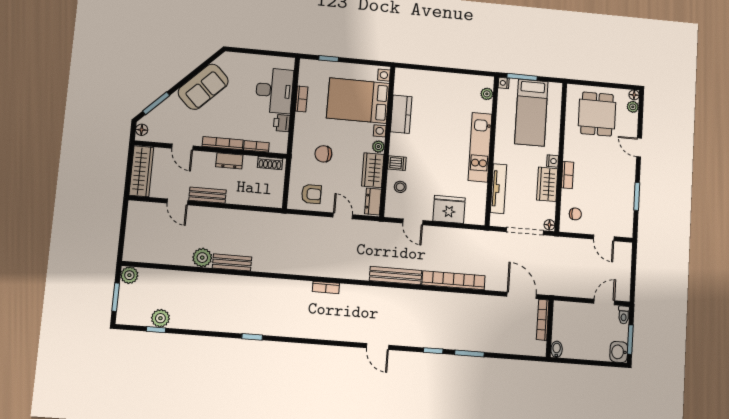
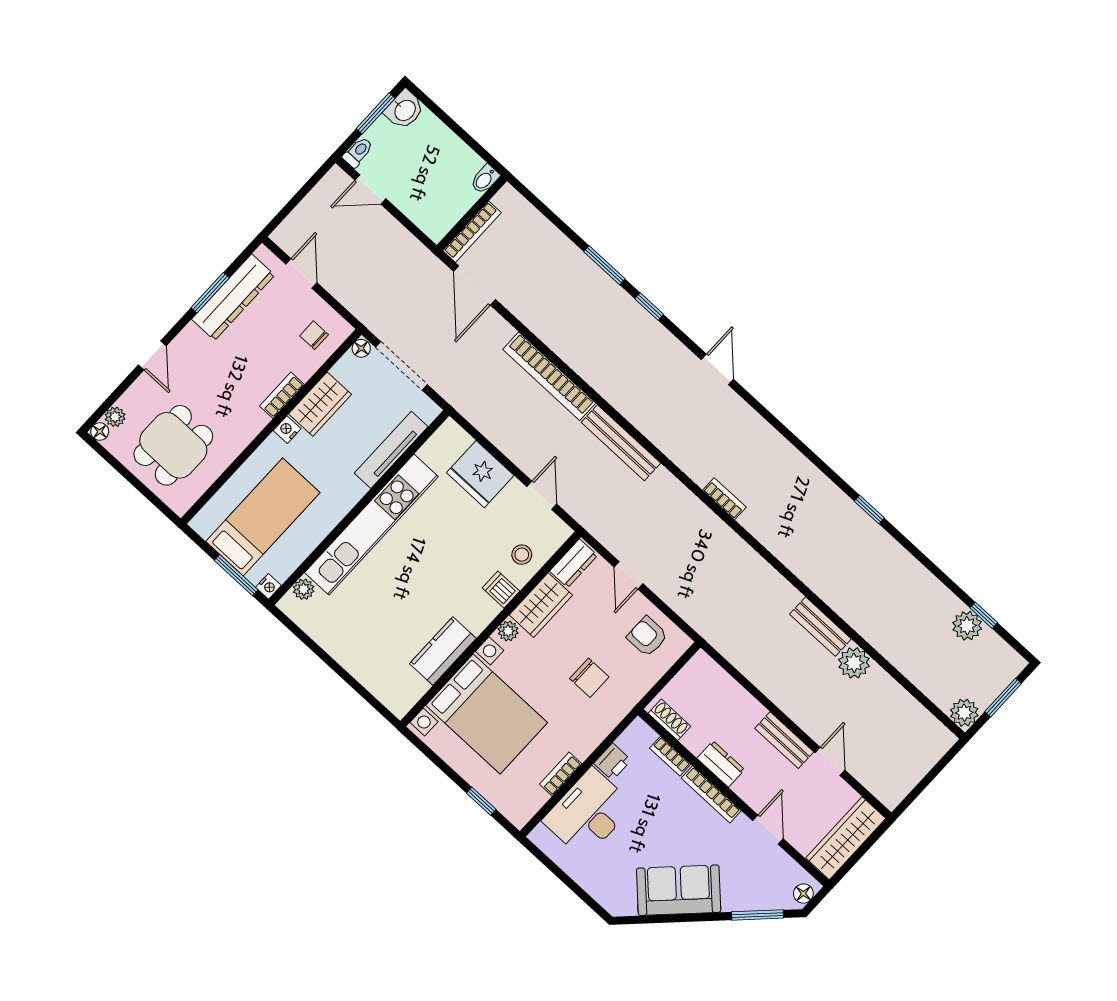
kitchen unit: (480, 147) -> (371, 525), width x1.36
dresser: (625, 203) -> (233, 297), added

